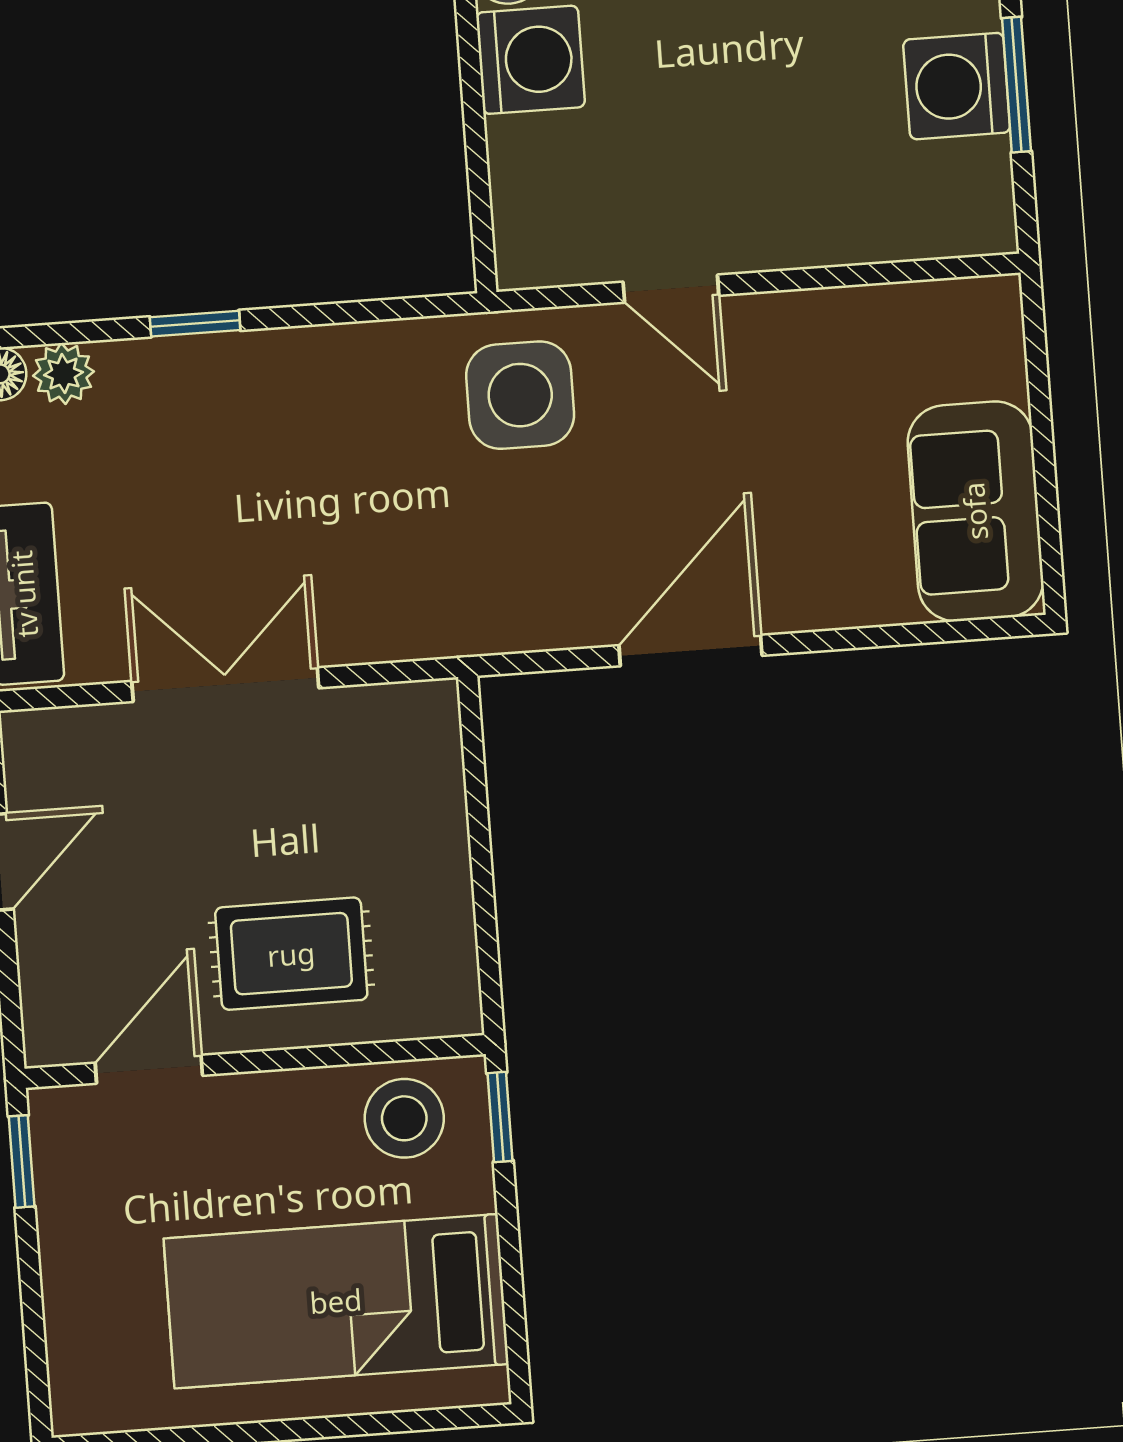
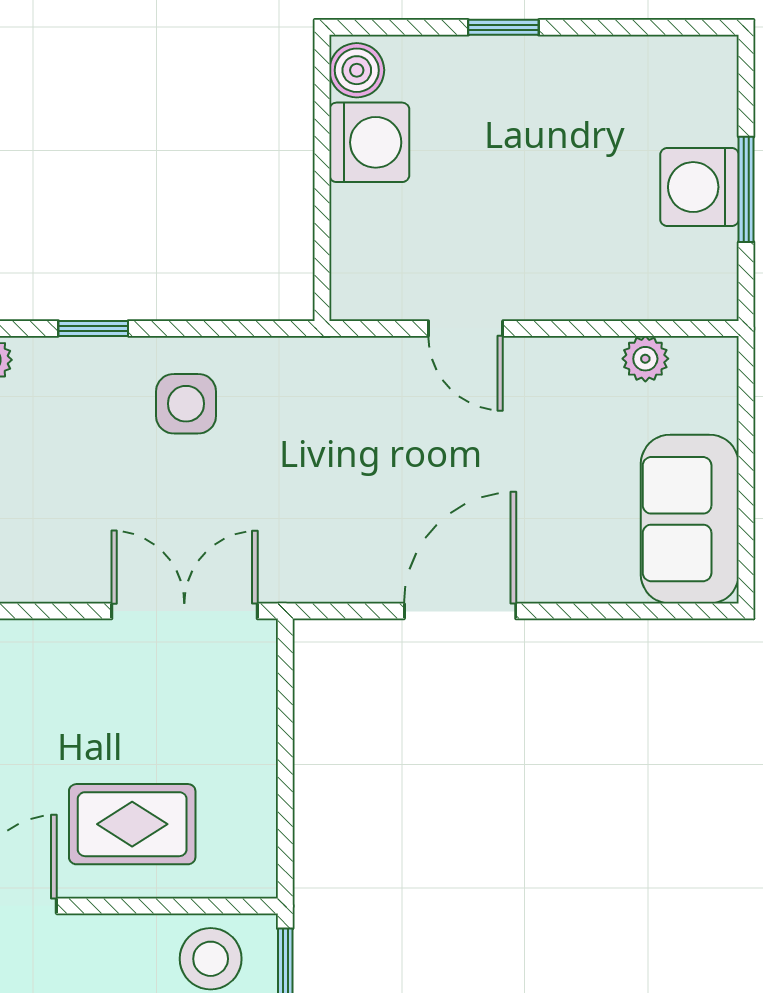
plant: (904, 311) -> (645, 359), added
side table: (520, 395) -> (186, 404), moved, width x0.73, depth x0.73
double door: (225, 685) -> (184, 611), moved

